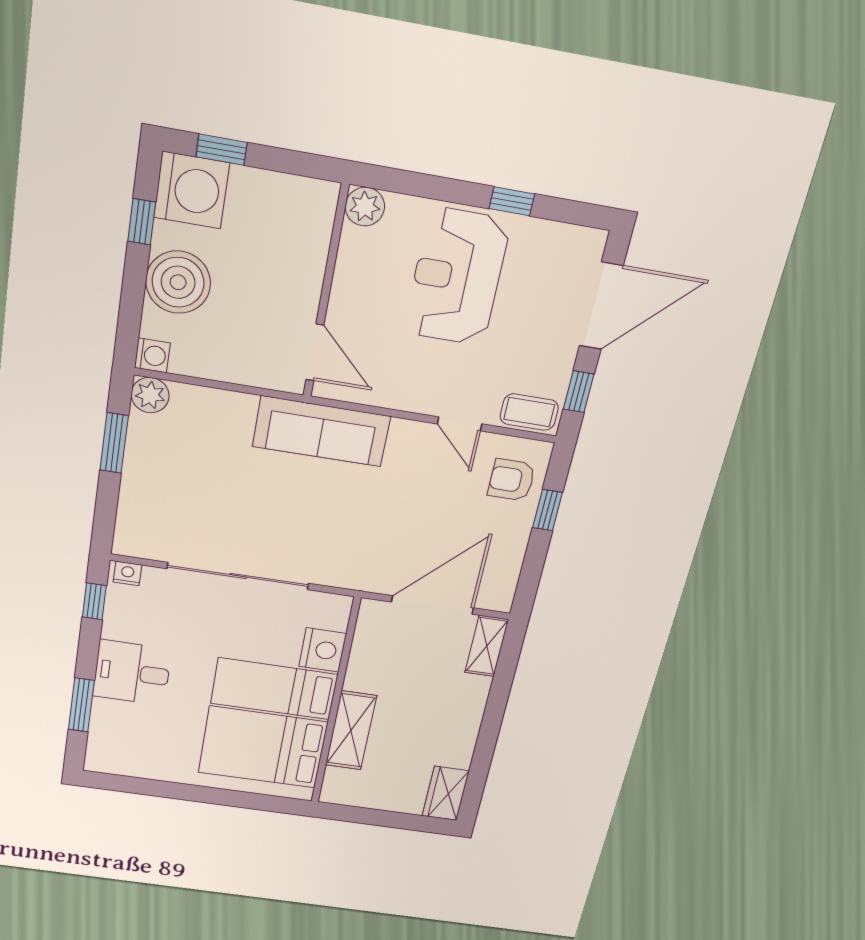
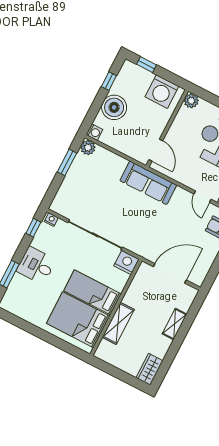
washing machine: (191, 190) -> (162, 92), moved, turned 90
shelving: (487, 646) -> (174, 324), moved
nightstand: (323, 650) -> (126, 262), moved, turned -90

